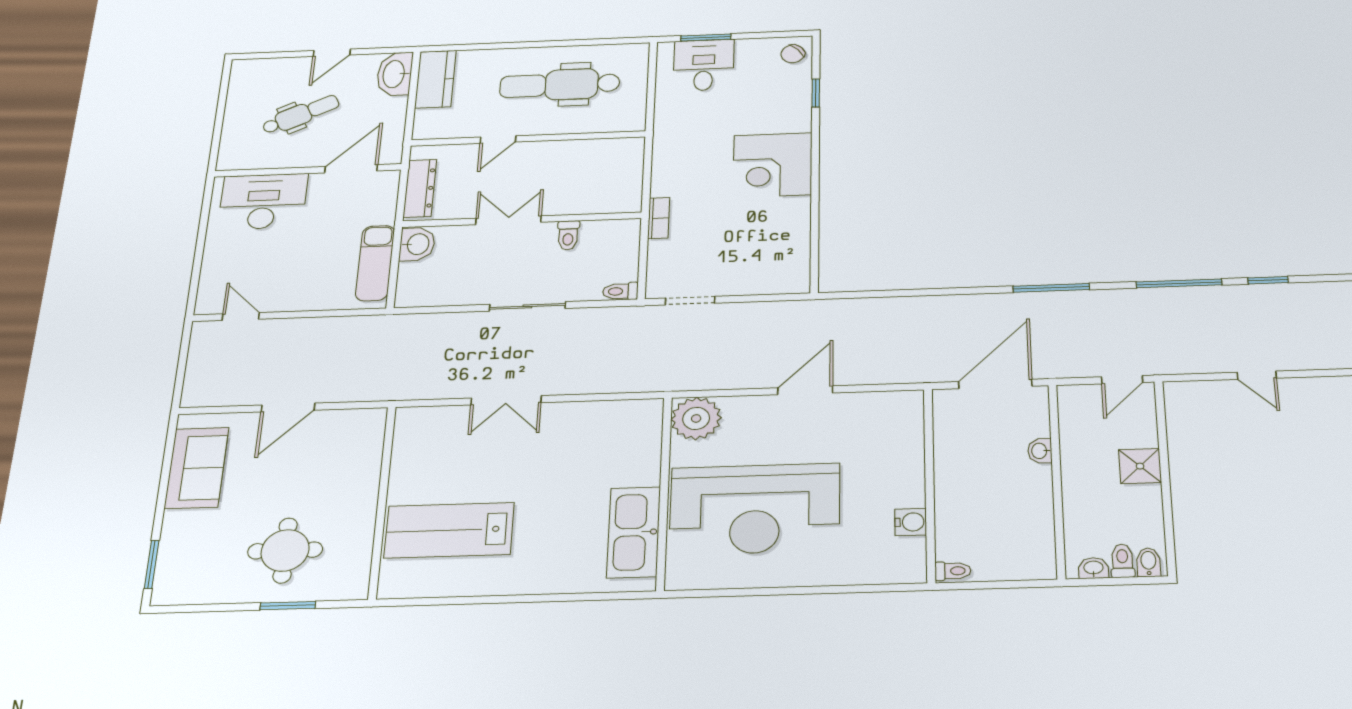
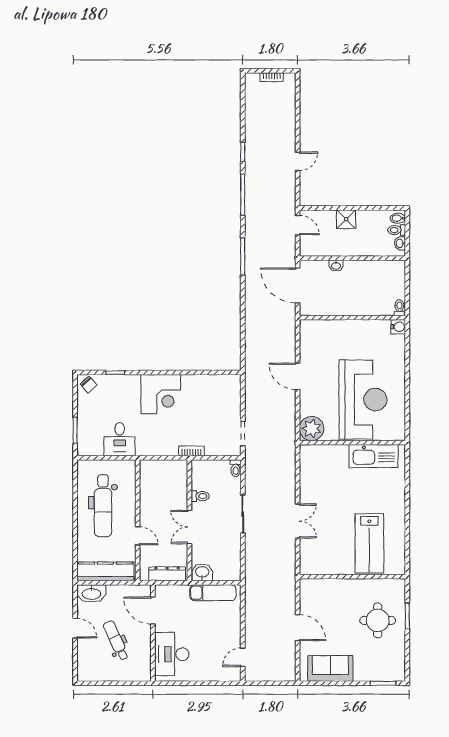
desk: (704, 65) -> (120, 439), moved, turned -90
kitchen counter: (435, 79) -> (105, 571), width x1.50
water cooler: (911, 522) -> (398, 327), moved, turned 90

